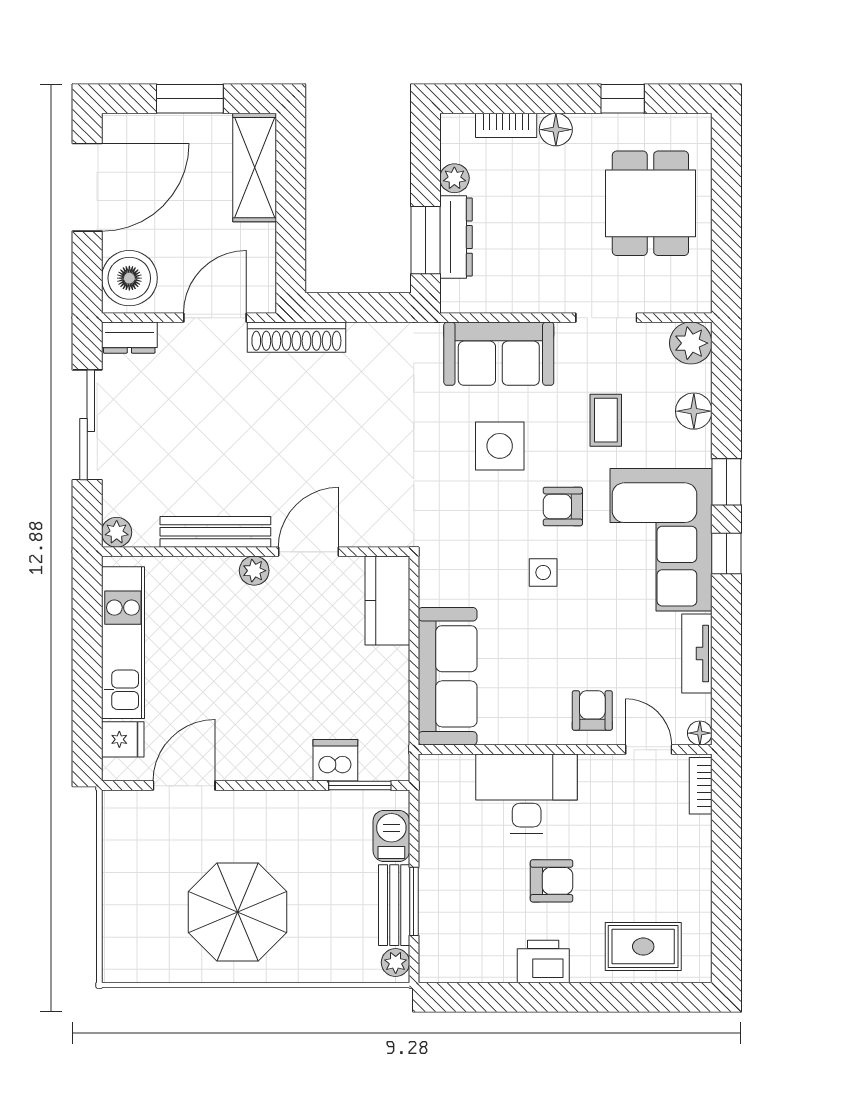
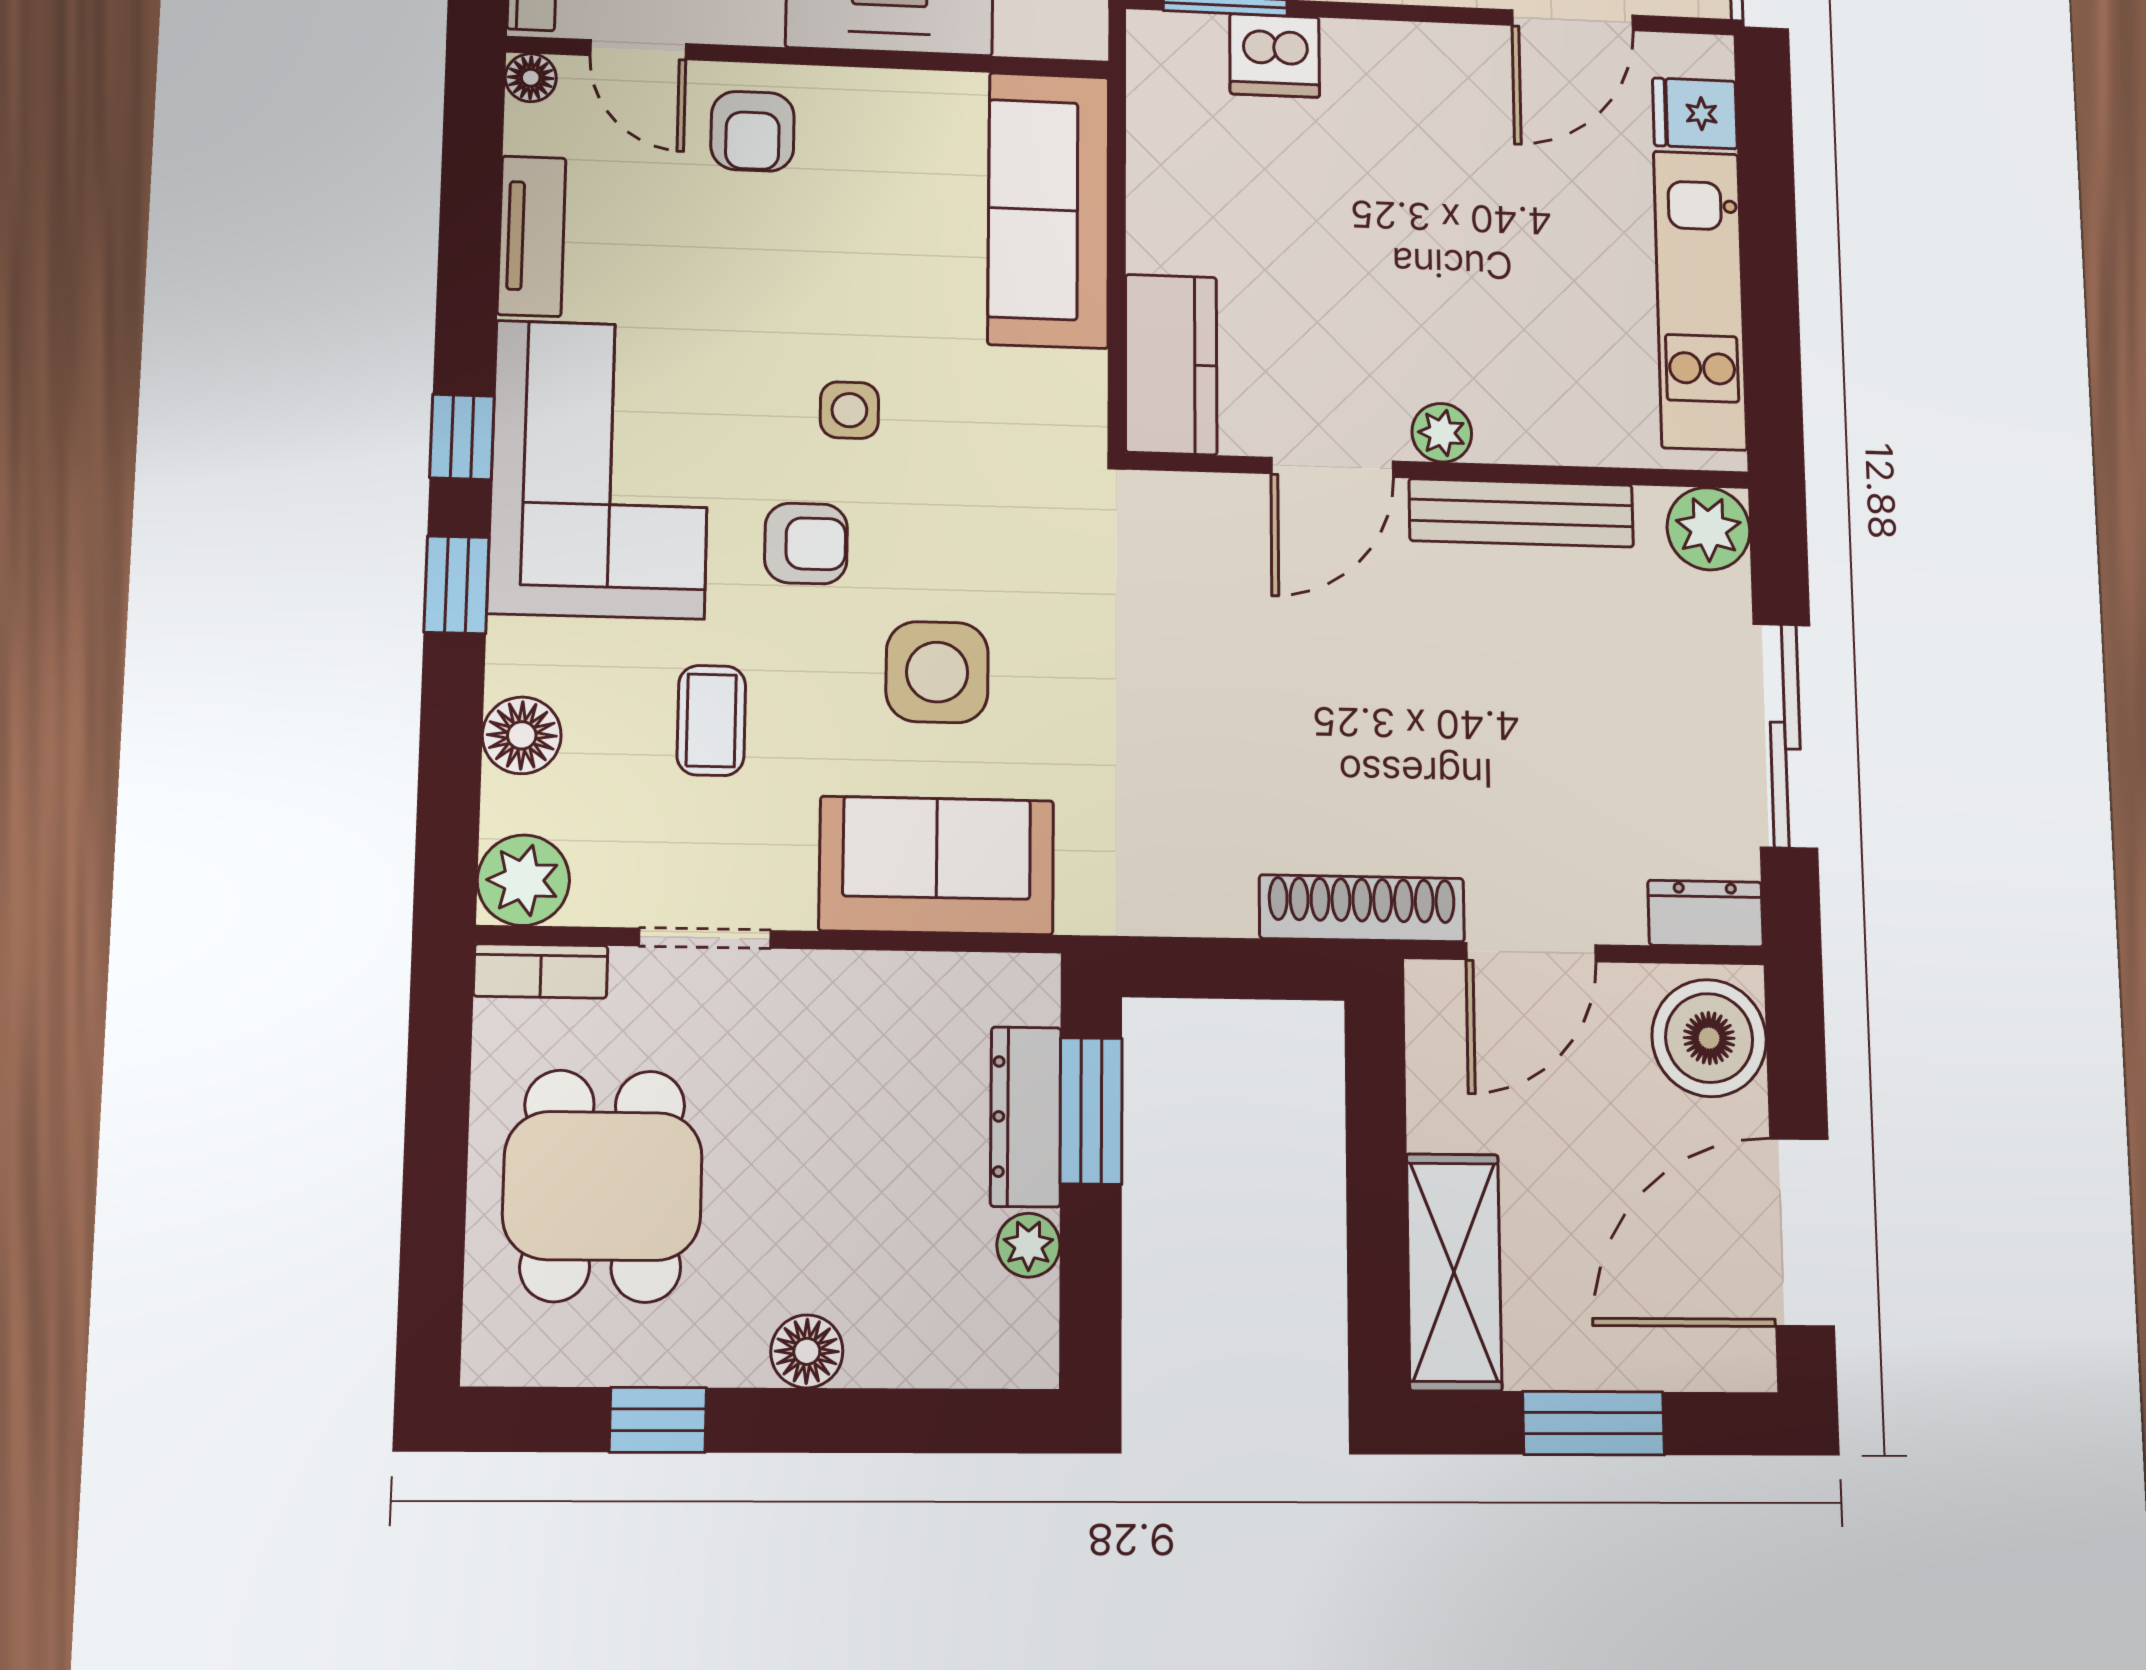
bookcase: (506, 125) -> (541, 971), moved, turned 180
plant: (117, 532) -> (1708, 529), width x1.38, depth x1.38

